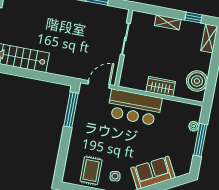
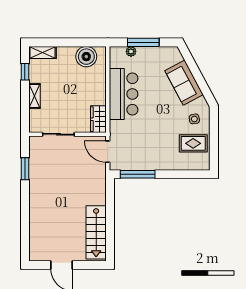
wardrobe: (161, 87) -> (98, 119), moved
bar counter: (134, 107) -> (124, 94), moved

